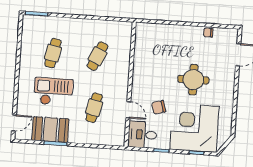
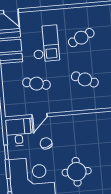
cafe table: (53, 53) -> (81, 38), turned -36

